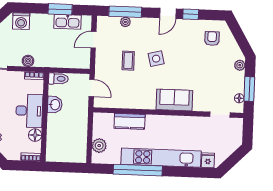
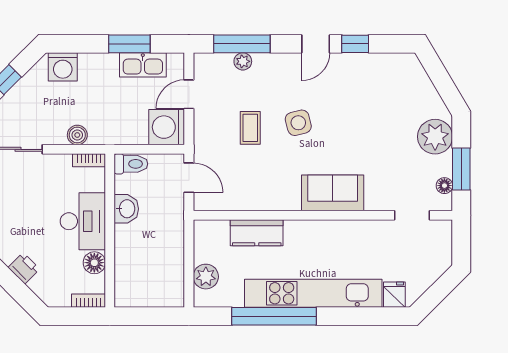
armchair: (212, 39) -> (393, 84), removed
washing machine: (80, 58) -> (167, 127), added
plant: (240, 65) -> (435, 137), width x1.87, depth x1.87

